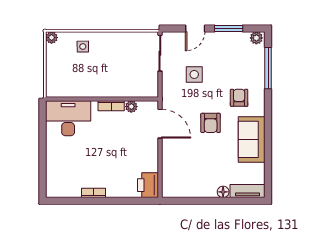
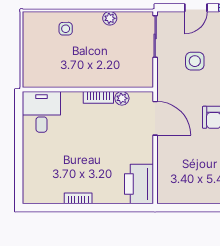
plant: (52, 38) -> (110, 18), moved
desk: (68, 118) -> (41, 112), width x0.73
printer: (148, 185) -> (139, 184), width x1.37, depth x1.19

